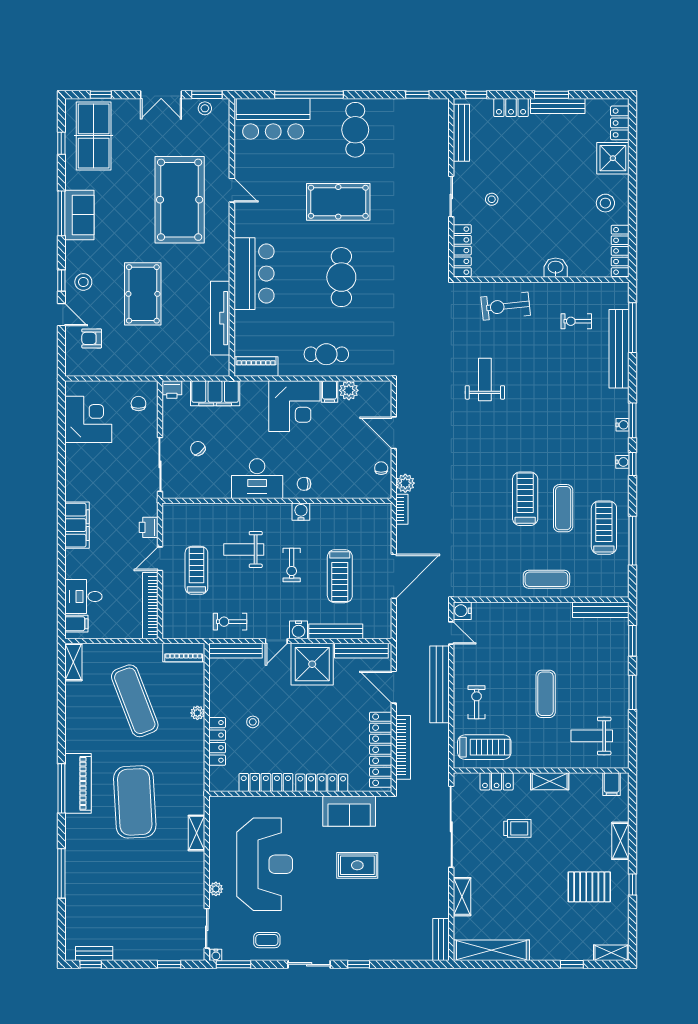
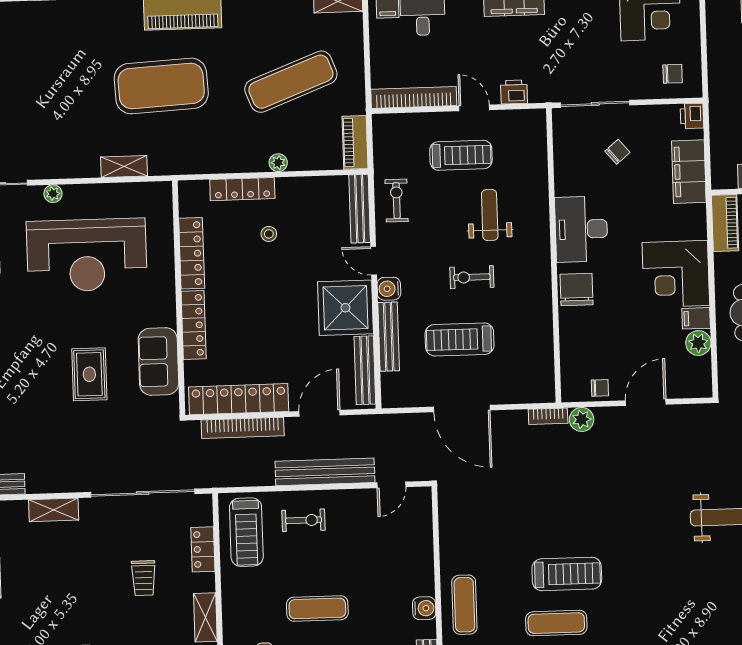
chair: (304, 484) -> (577, 289), width x1.87, depth x1.87
water cooler: (301, 512) -> (541, 287), removed
water cooler: (462, 611) -> (424, 608), moved, turned 90

